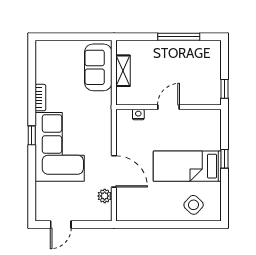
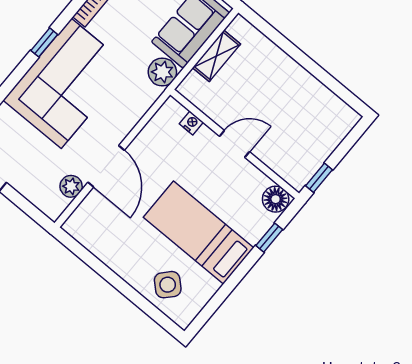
window: (179, 37) -> (316, 71), removed
plant: (103, 101) -> (162, 72), added
floor lamp: (212, 118) -> (276, 199), added
window: (225, 159) -> (269, 238), moved

